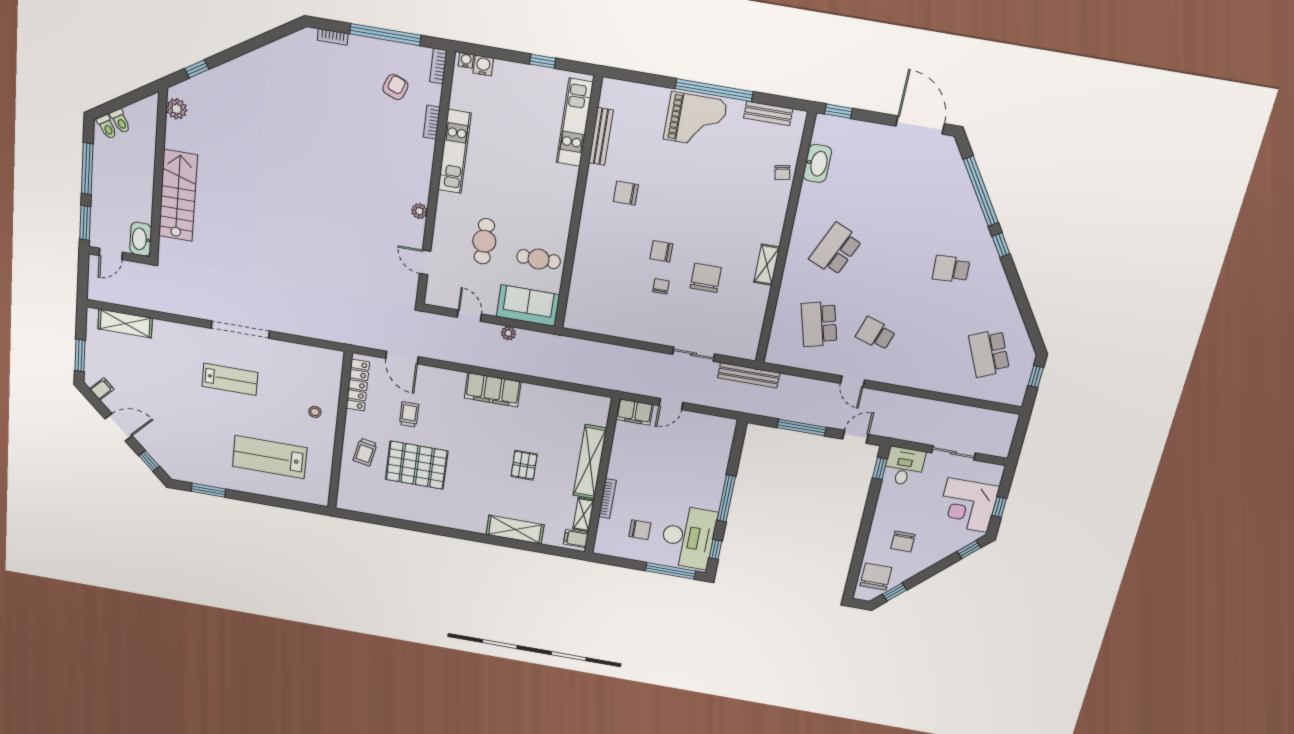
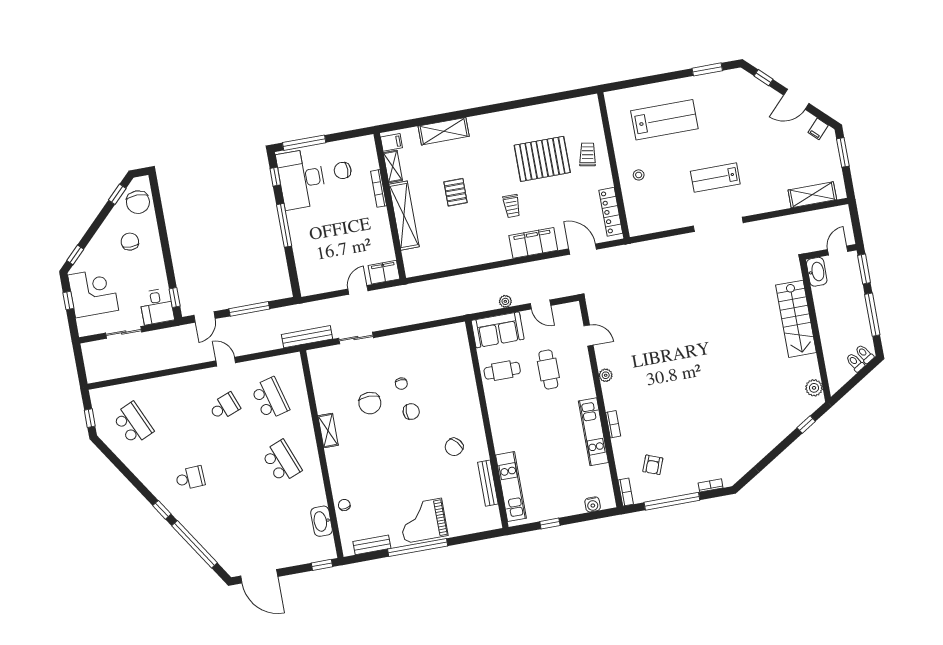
water cooler: (466, 60) -> (607, 504), removed
bookcase: (432, 122) -> (613, 424), moved
chair: (626, 193) -> (454, 447), turned 140
school desk: (836, 249) -> (282, 461), turned -45
school desk: (876, 334) -> (224, 407), turned -39
filing cabinet: (493, 390) -> (533, 243), moved
trolley: (409, 414) -> (512, 206), moved

